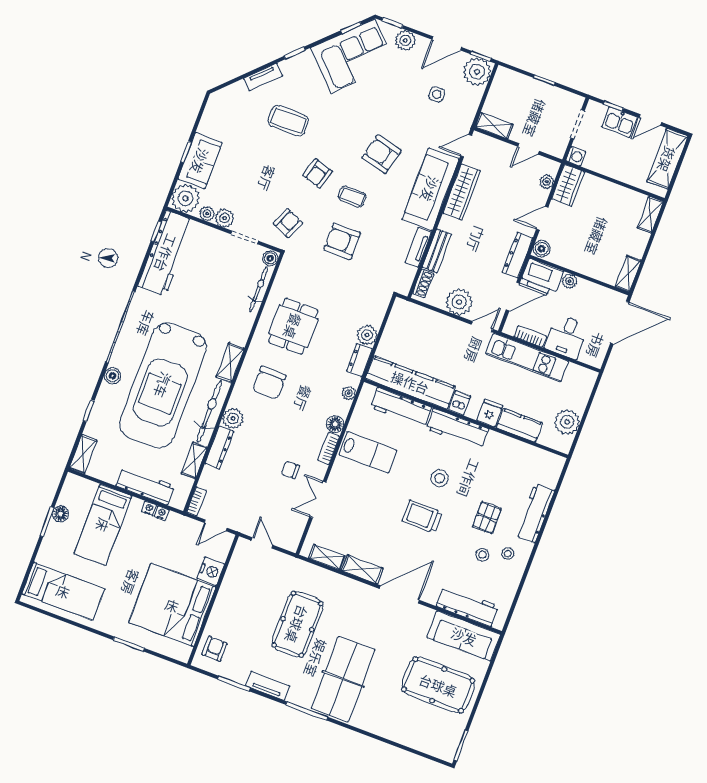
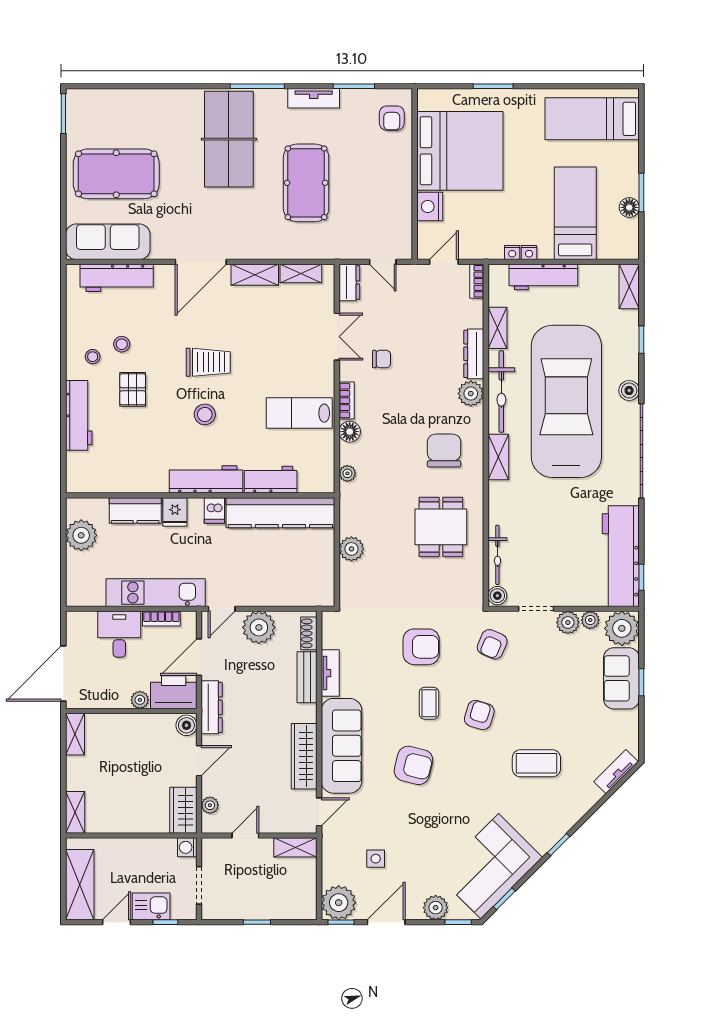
tv unit: (263, 77) -> (616, 772), moved
coffee table: (352, 197) -> (429, 703), turned 90
dresser: (359, 360) -> (349, 283), moved
workbench: (401, 407) -> (271, 480), width x0.73

